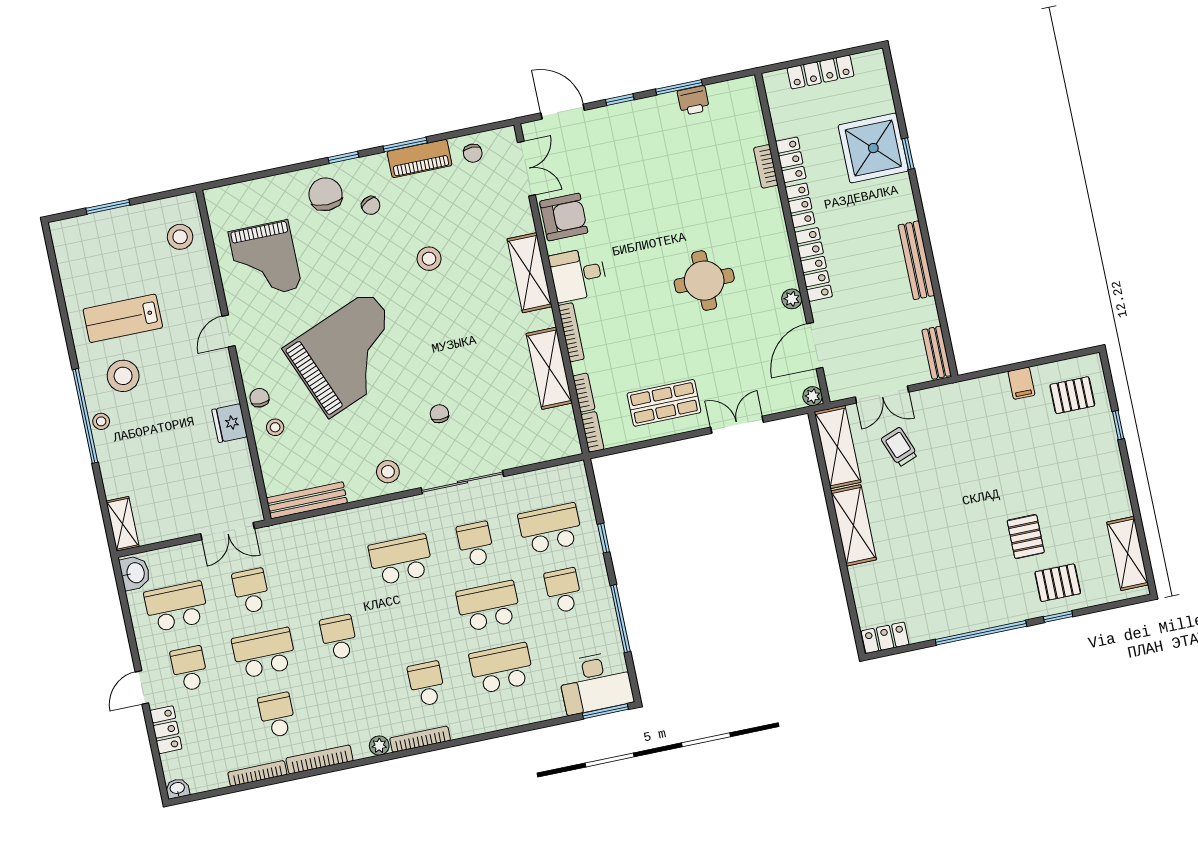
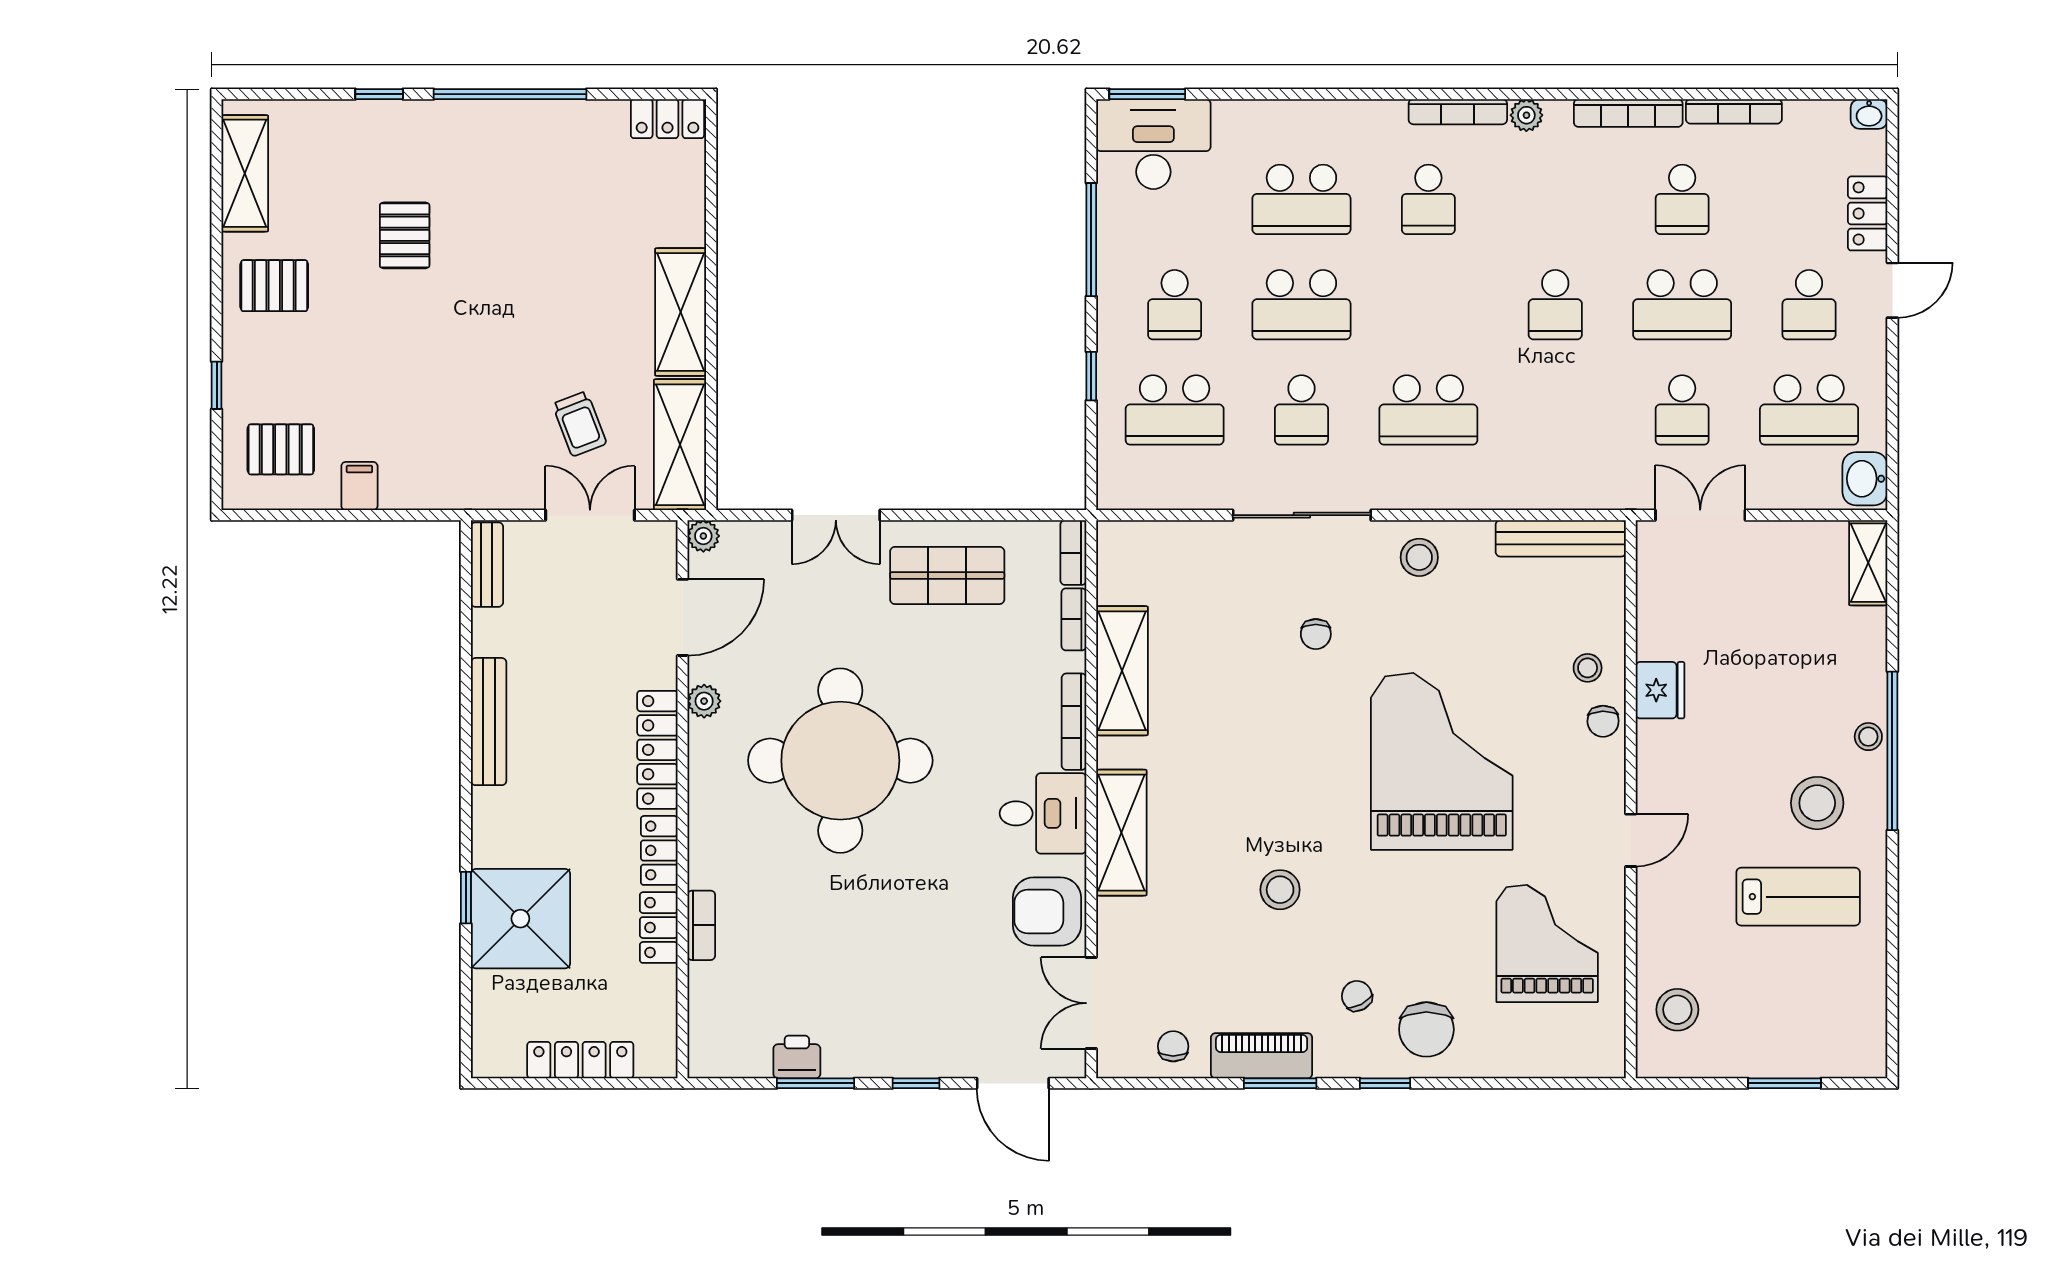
round table: (704, 281) -> (840, 761), width x1.86, depth x1.86
grand piano: (350, 354) -> (1442, 761), turned 112
pallet: (1058, 583) -> (274, 286), moved

